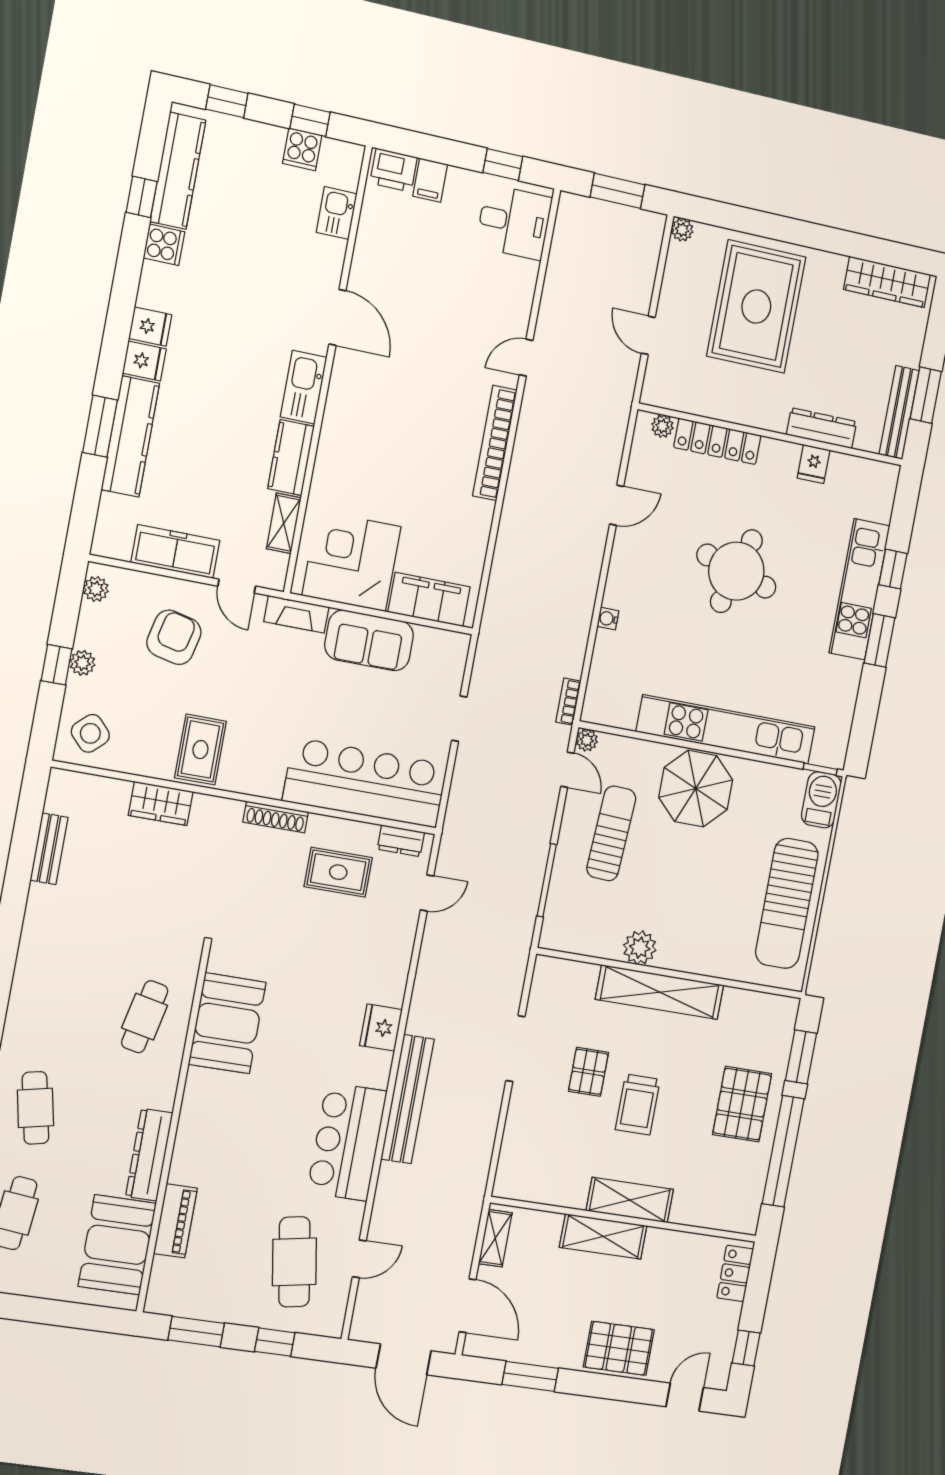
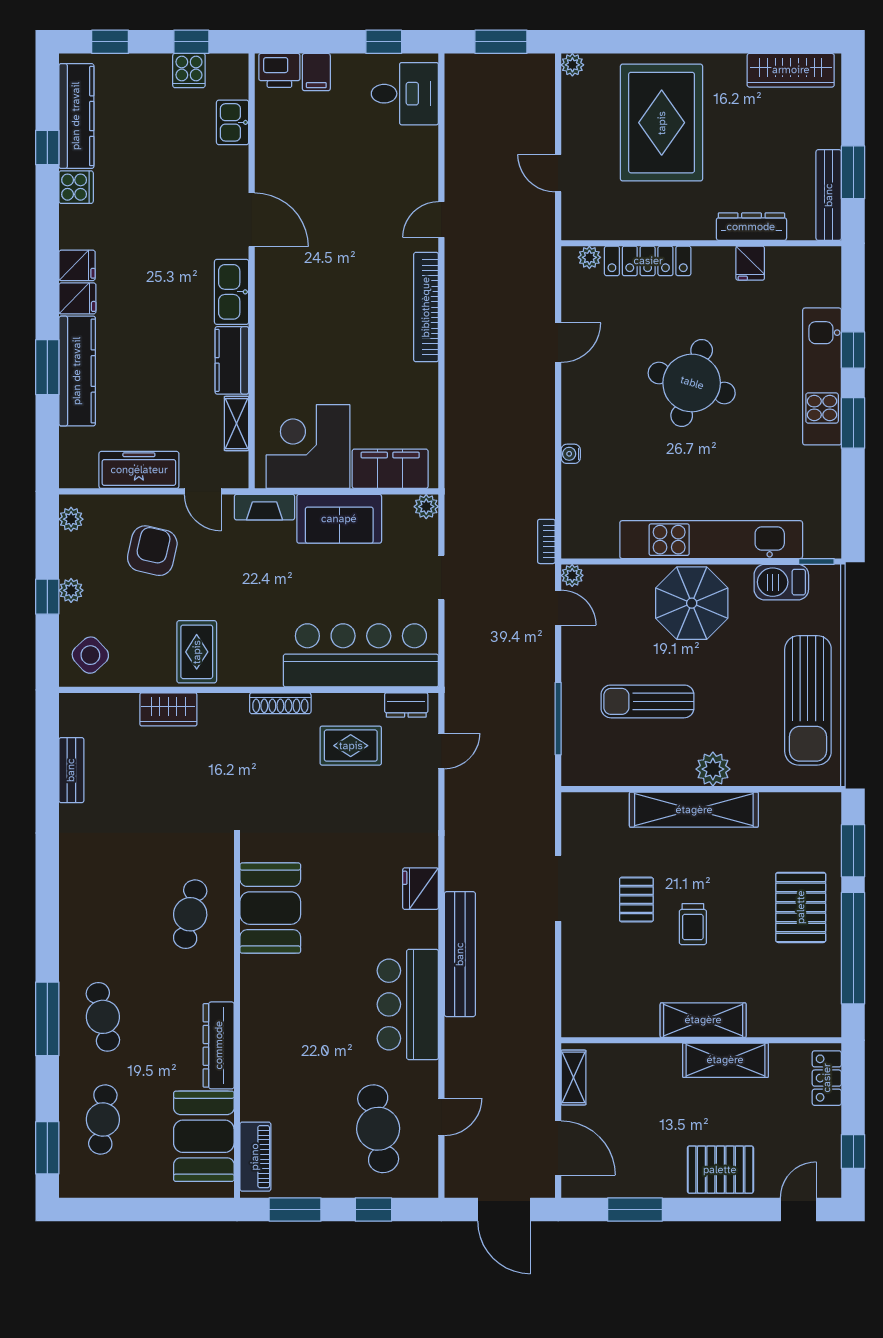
plant: (458, 644) -> (426, 507), added
barbecue: (821, 800) -> (781, 582), moved, turned -90
sun lounger: (611, 833) -> (647, 701), moved, turned -93
plant: (640, 948) -> (713, 769), moved
trolley: (638, 1104) -> (693, 924), width x0.73, depth x0.72
piano: (175, 1221) -> (255, 1157), moved
shelving: (603, 1236) -> (725, 1060), moved

